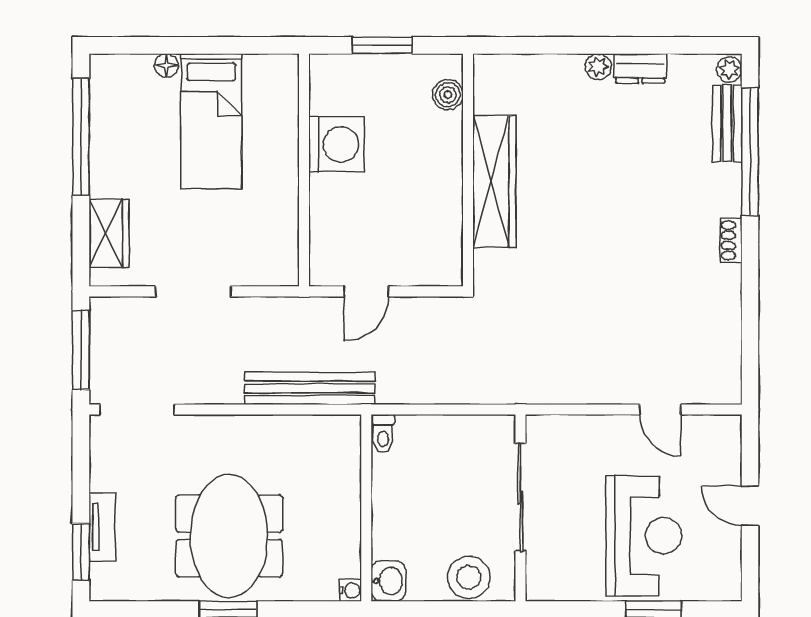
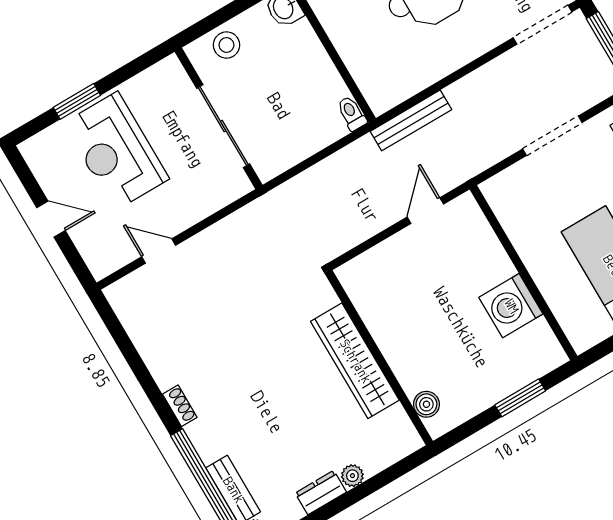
boiler: (448, 95) -> (426, 404), moved
wall: (468, 170) -> (379, 358), moved
wardrobe: (494, 181) -> (355, 361), moved
bench: (310, 388) -> (411, 120), width x0.73, depth x0.82
stool: (469, 577) -> (226, 45), width x0.73, depth x0.73

